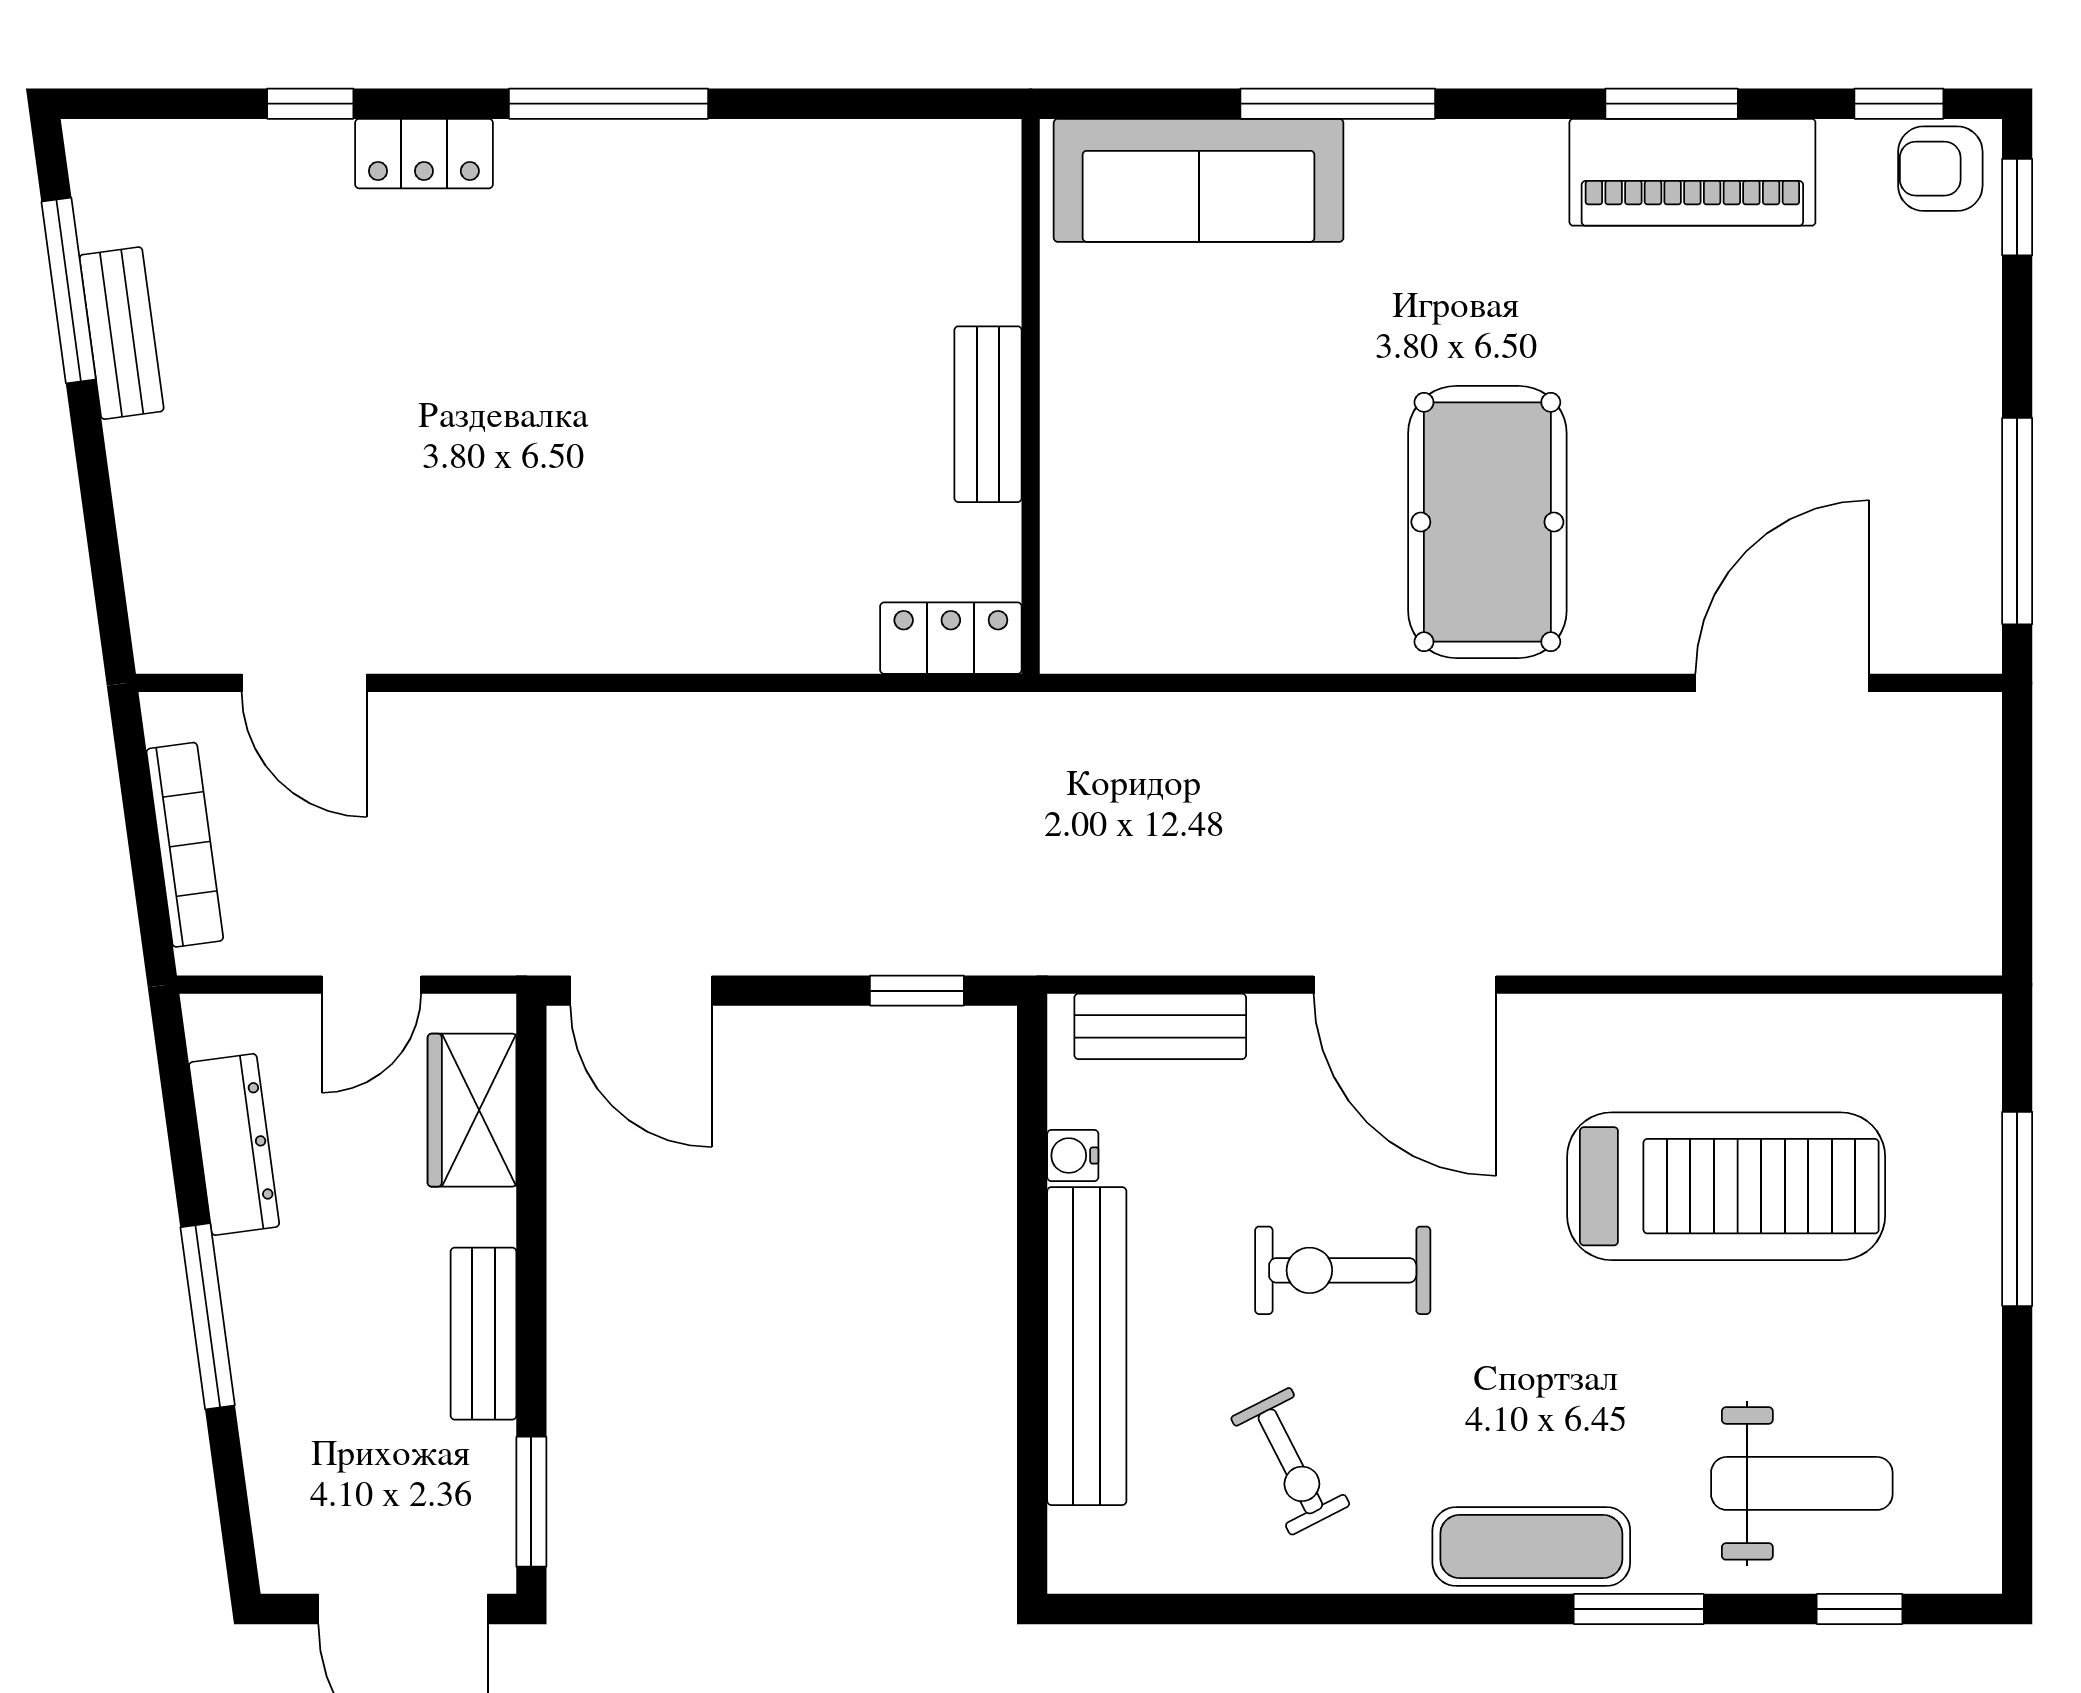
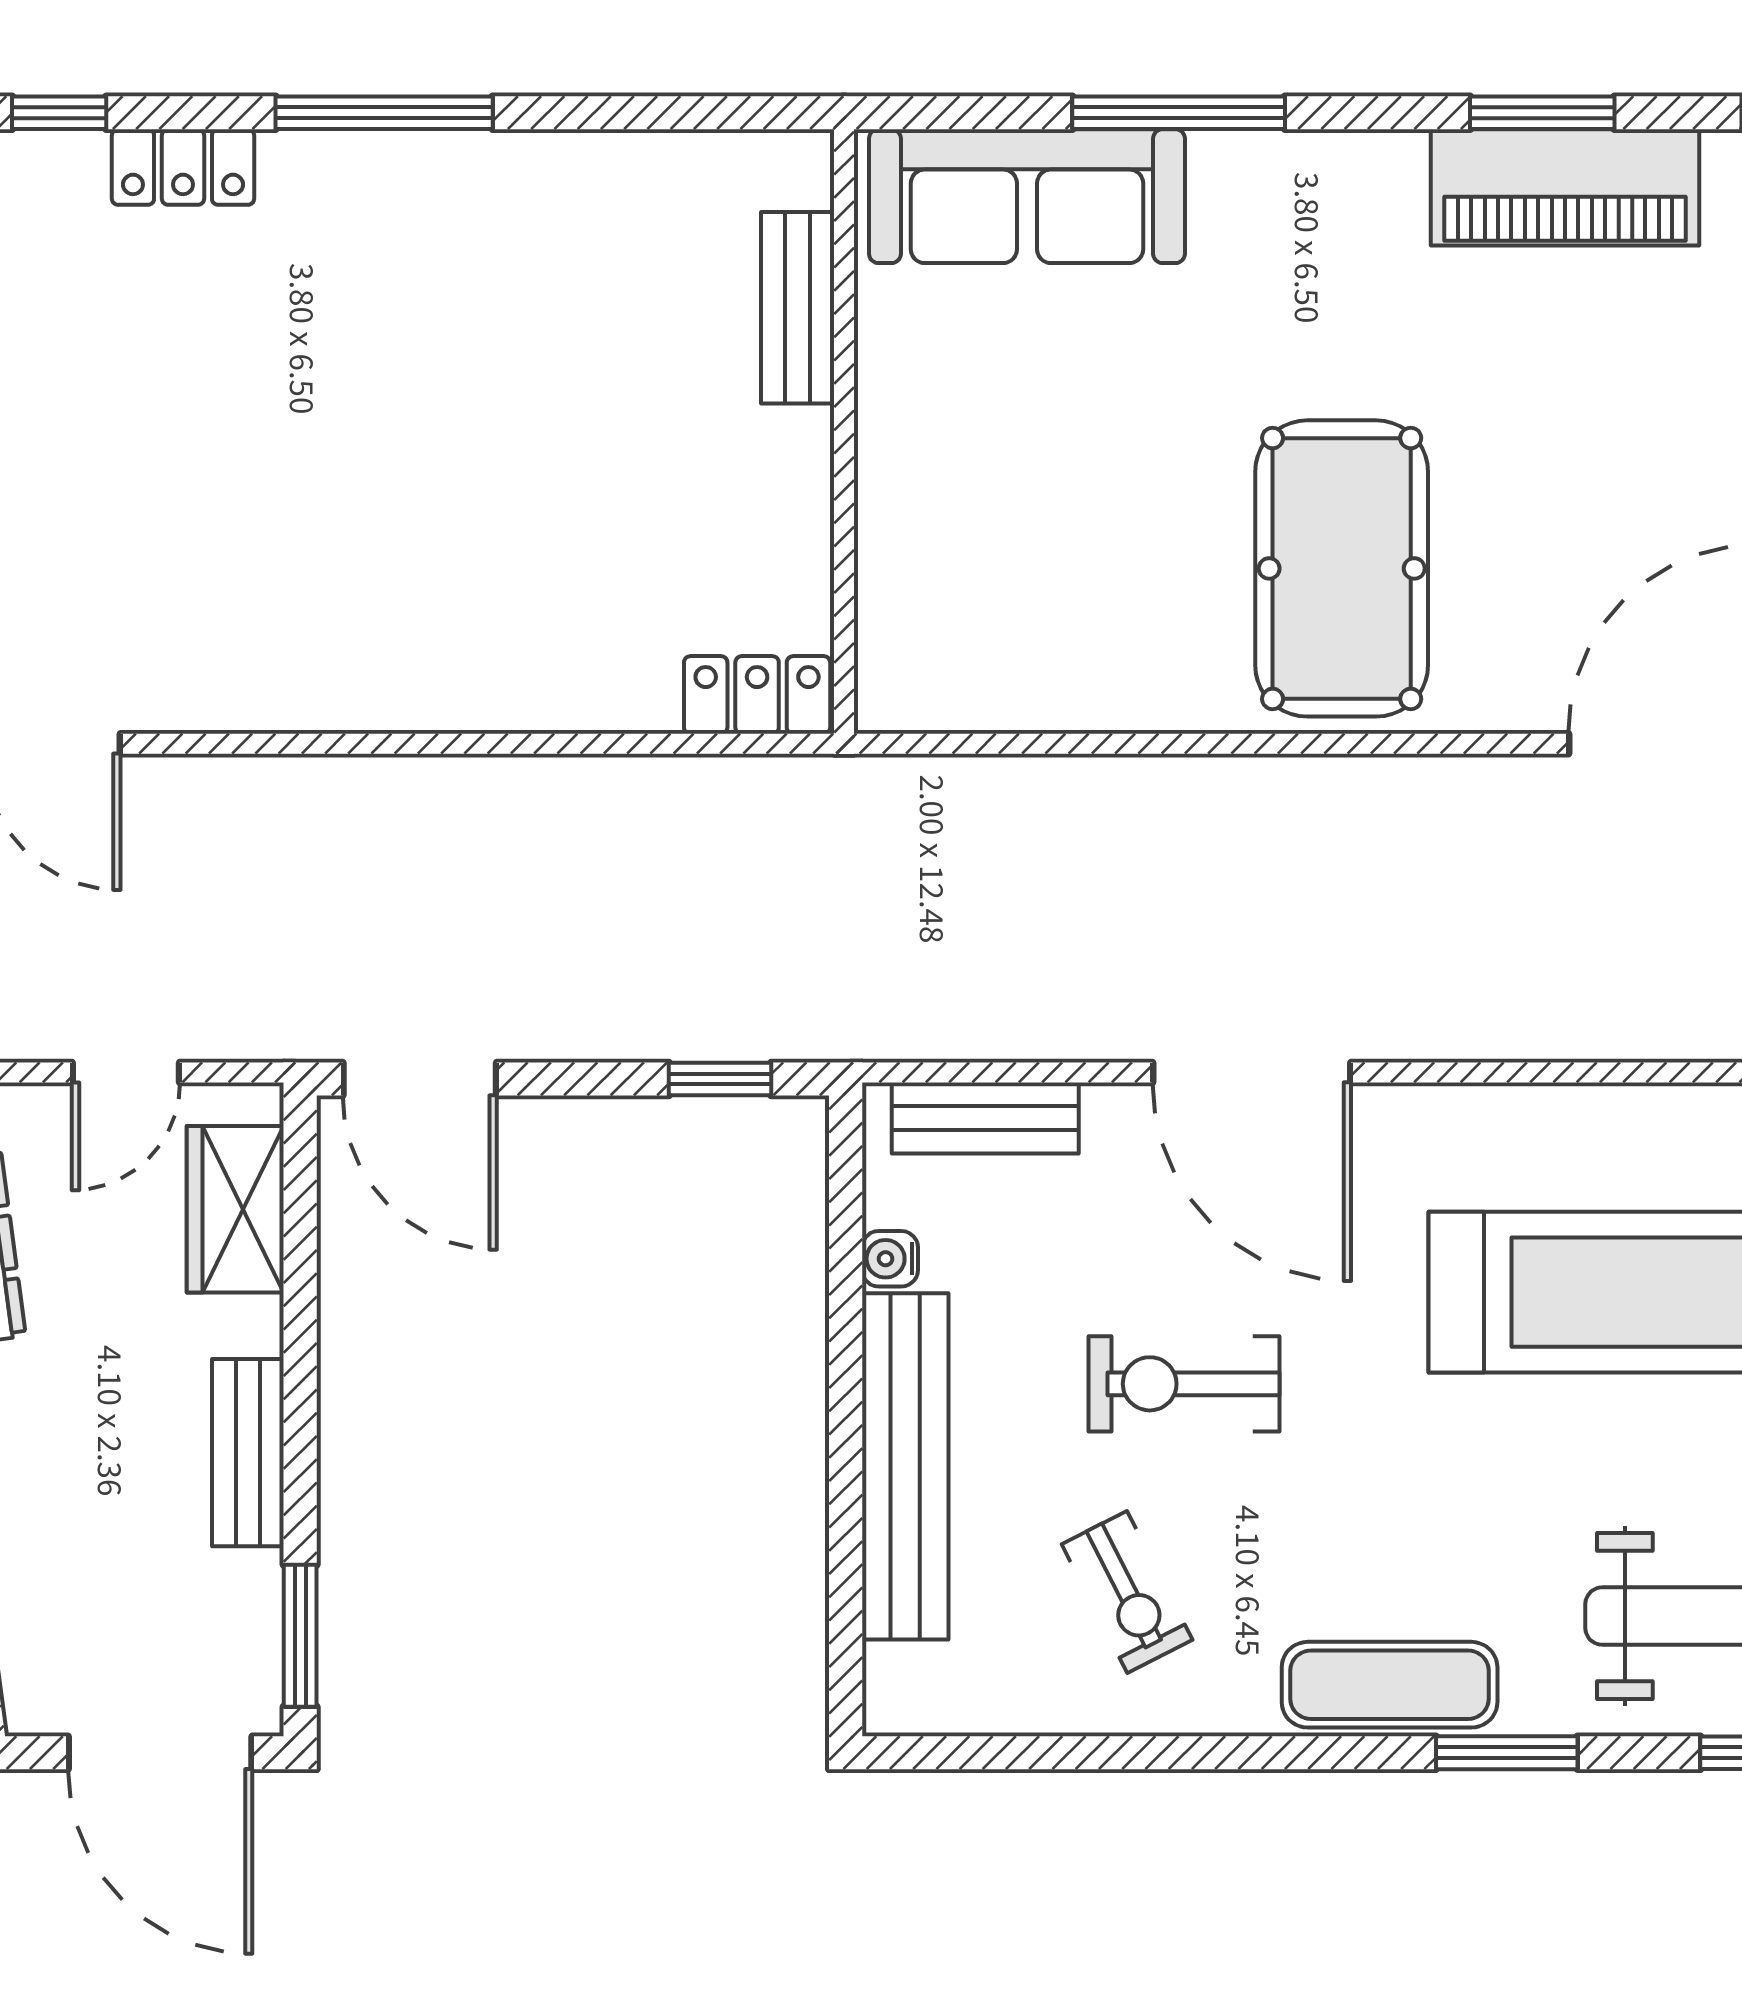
bench: (988, 414) -> (798, 308), moved

